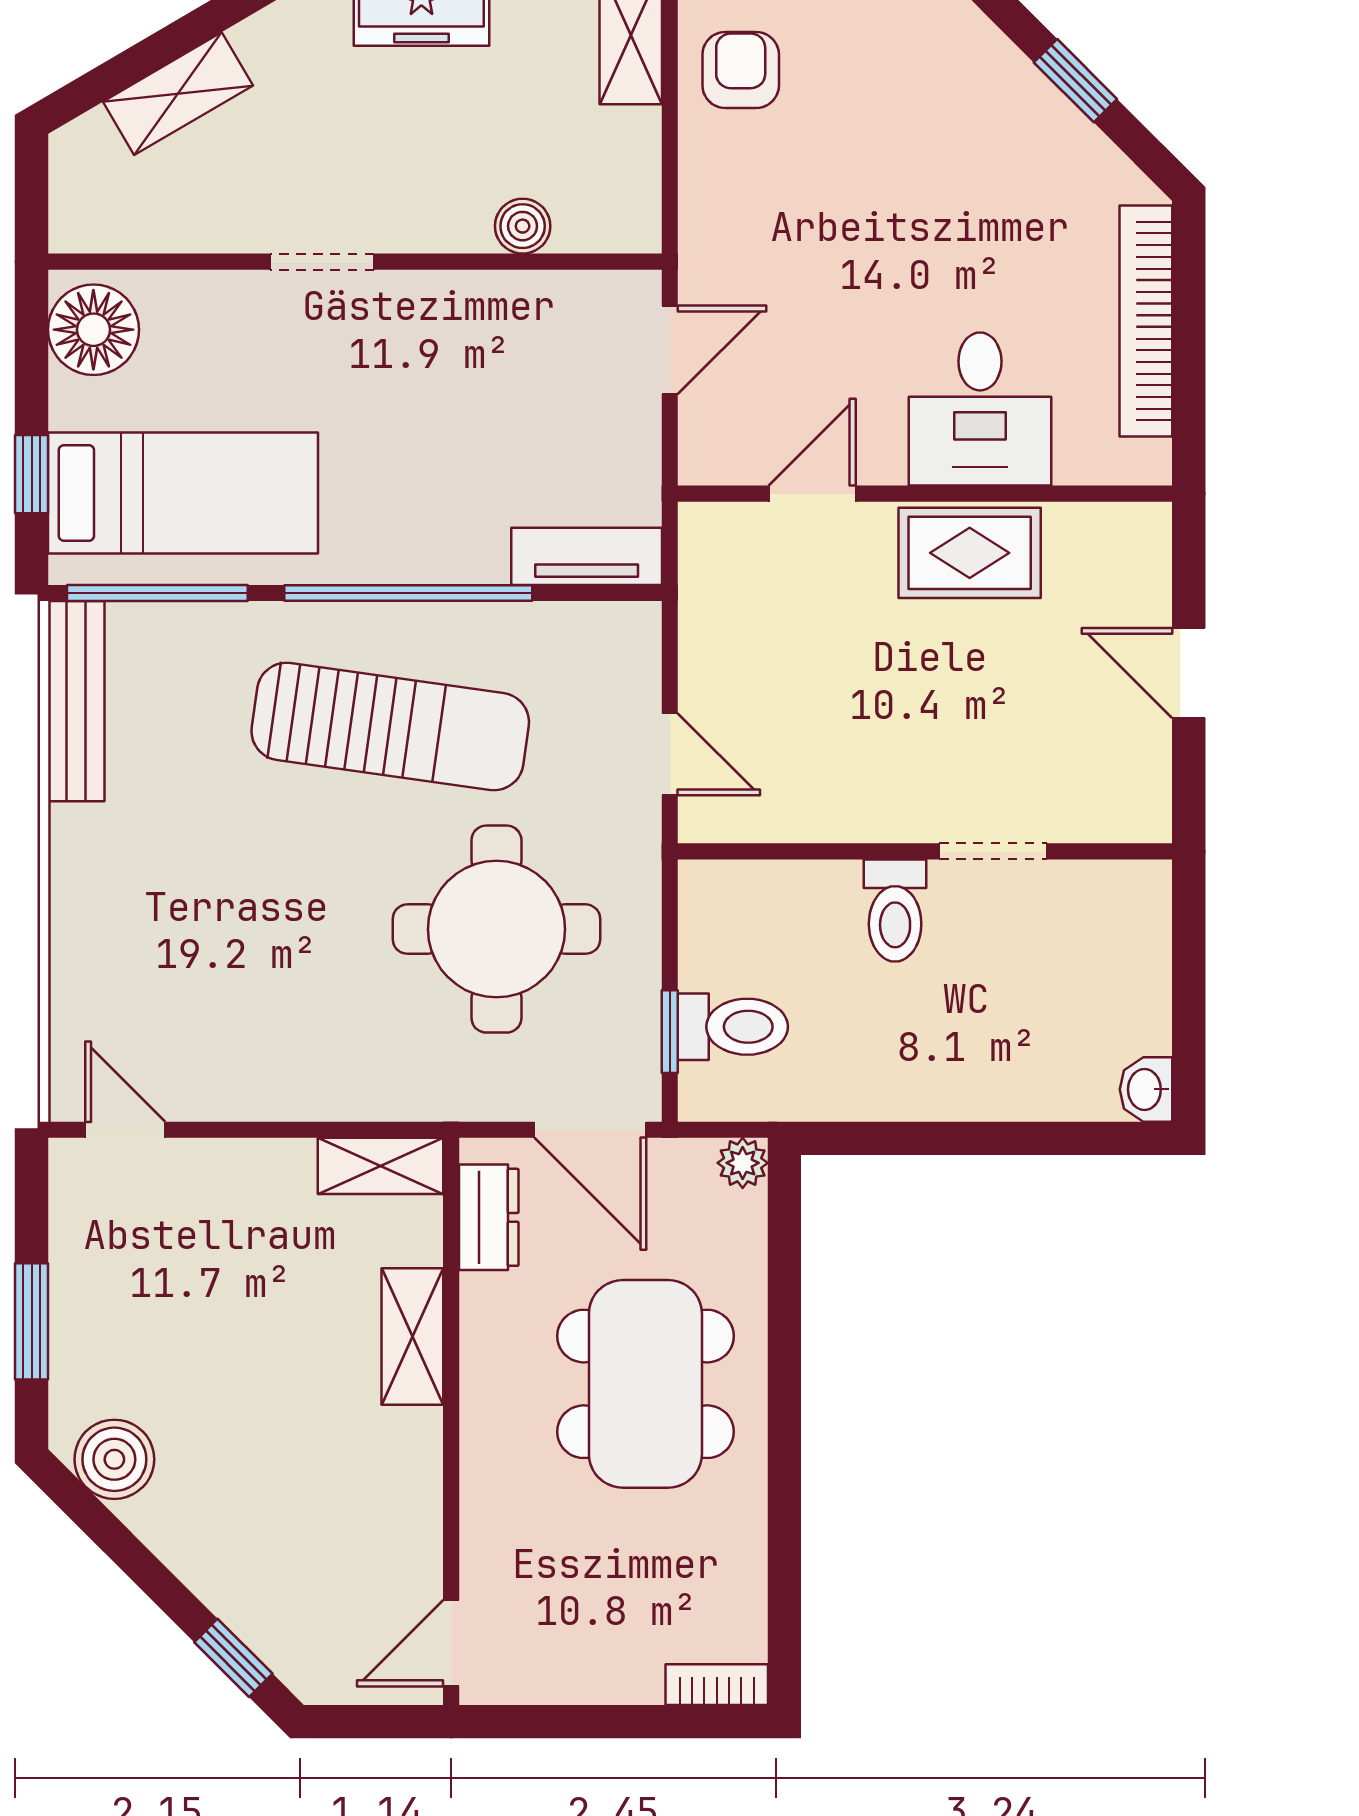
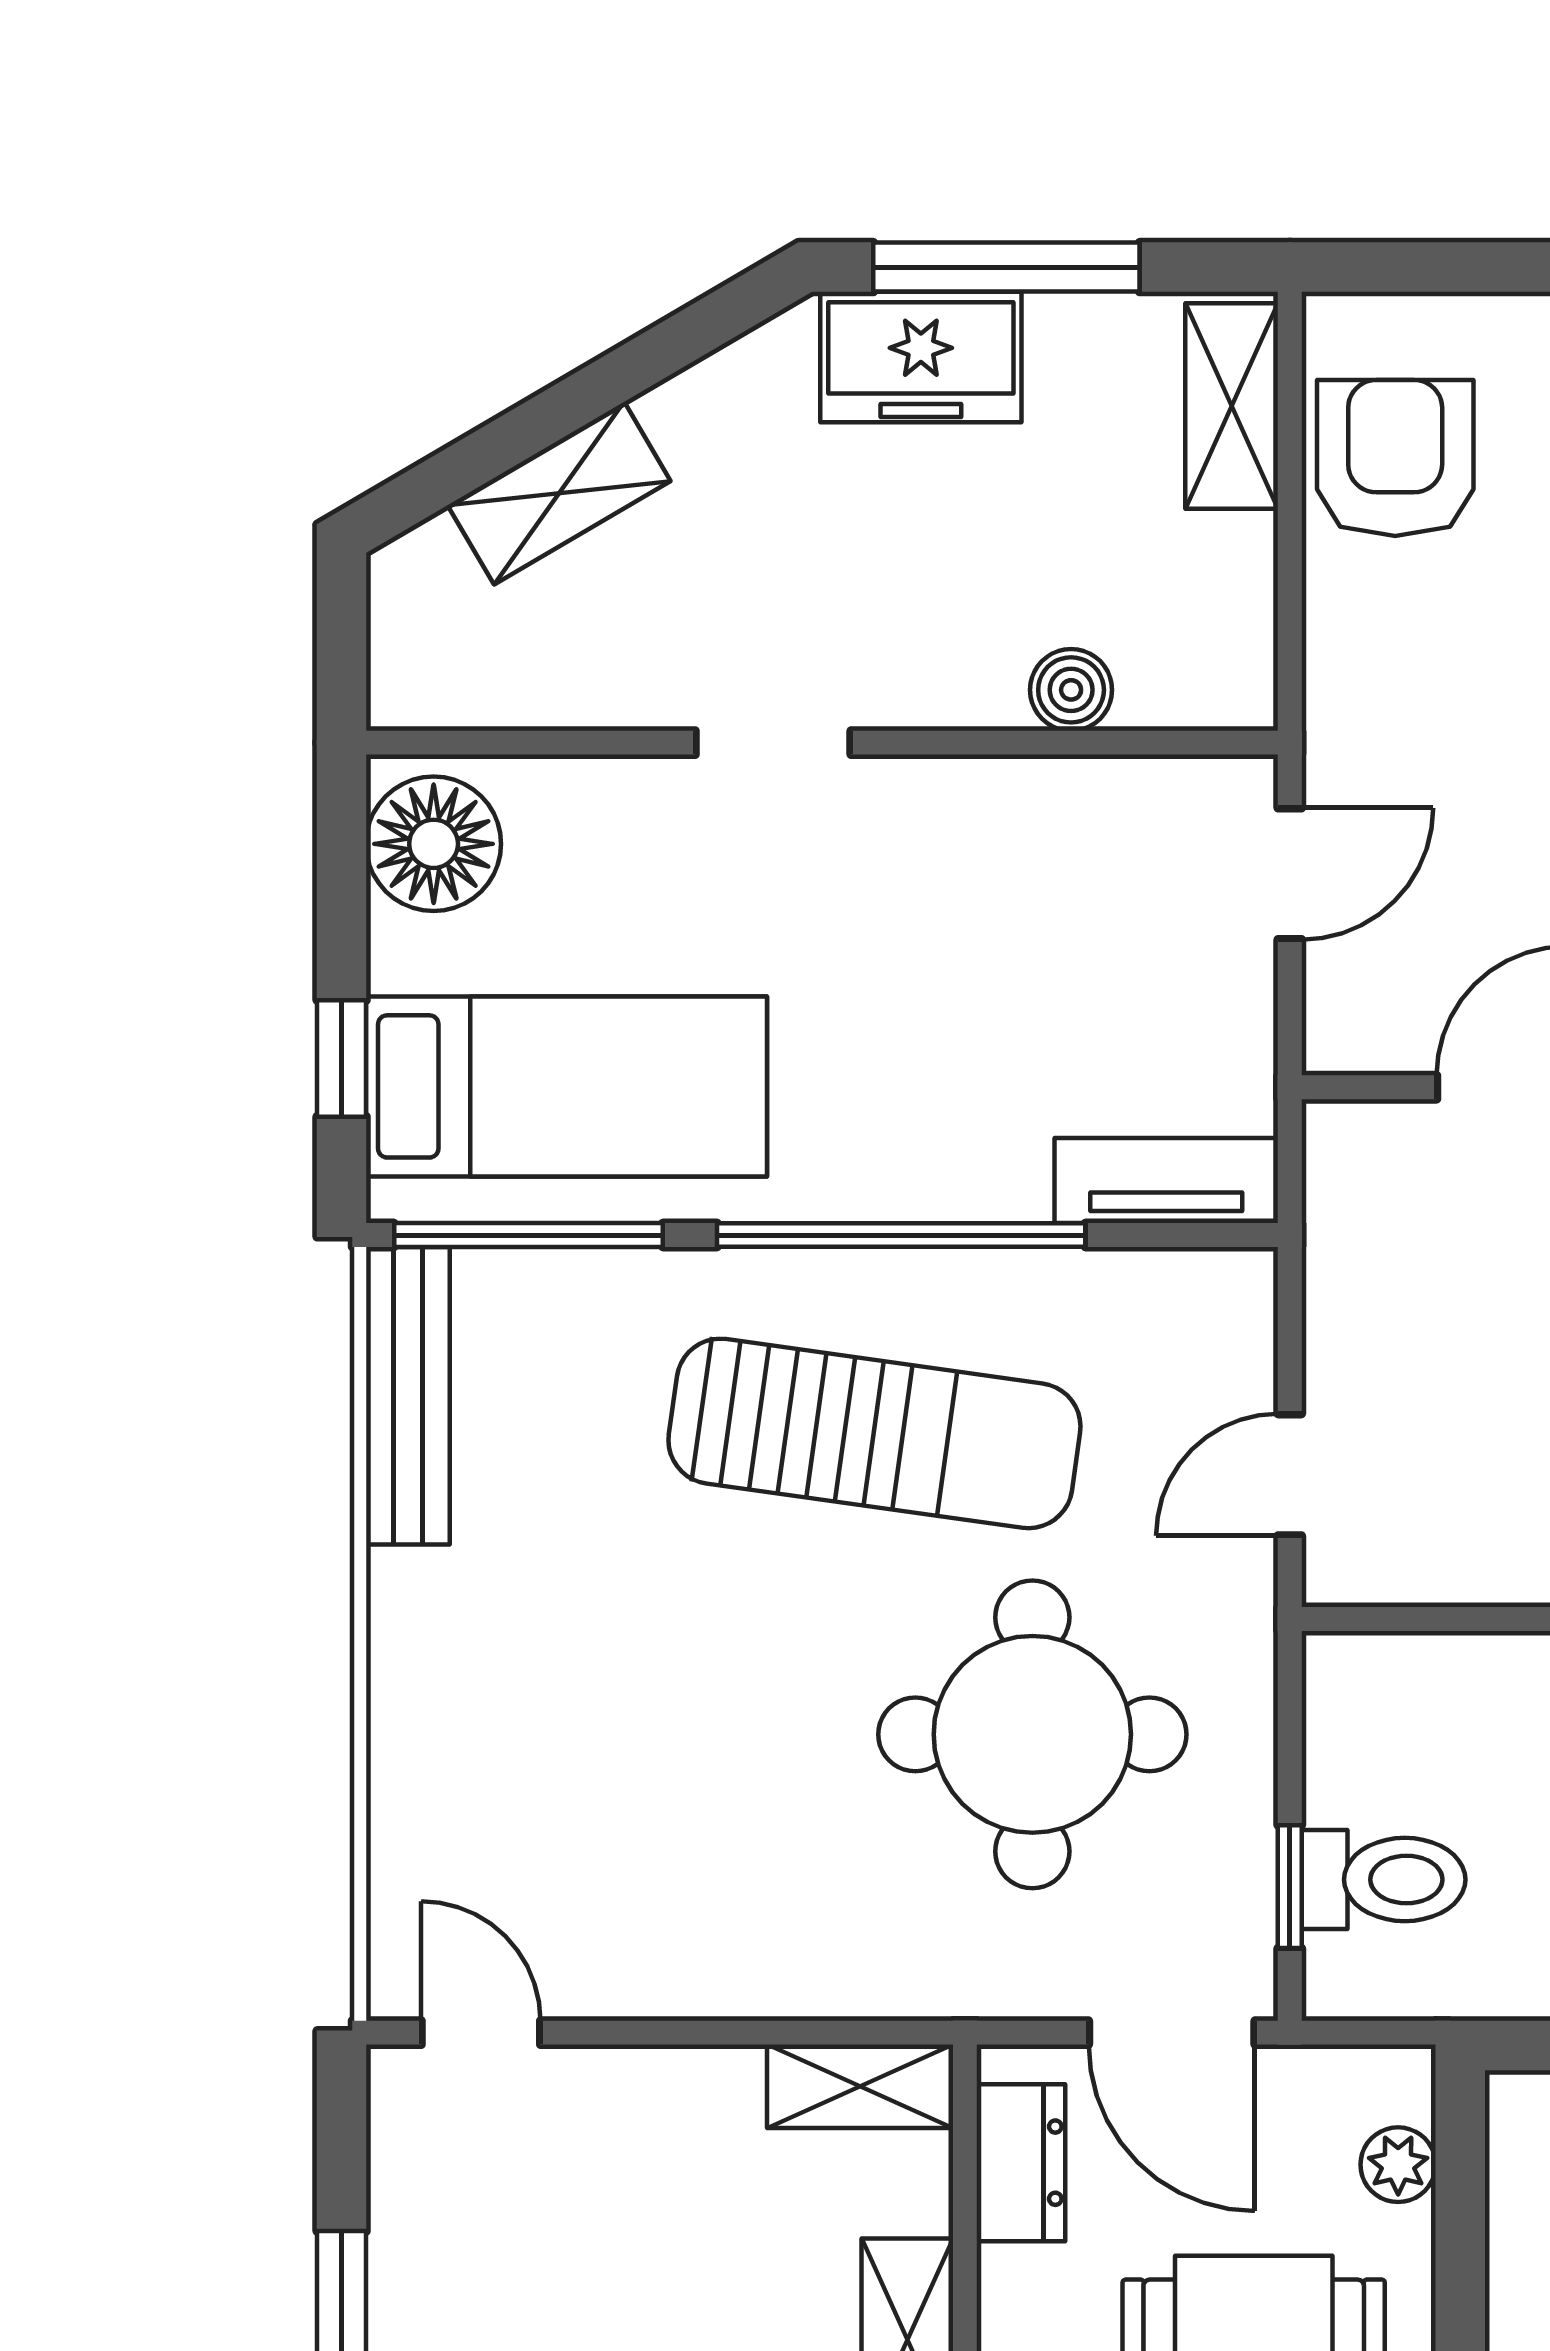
armchair: (741, 70) -> (1395, 458), width x1.38, depth x1.38
door: (670, 754) -> (1290, 1475), swing flipped
plant: (743, 1163) -> (1398, 2165), moved

